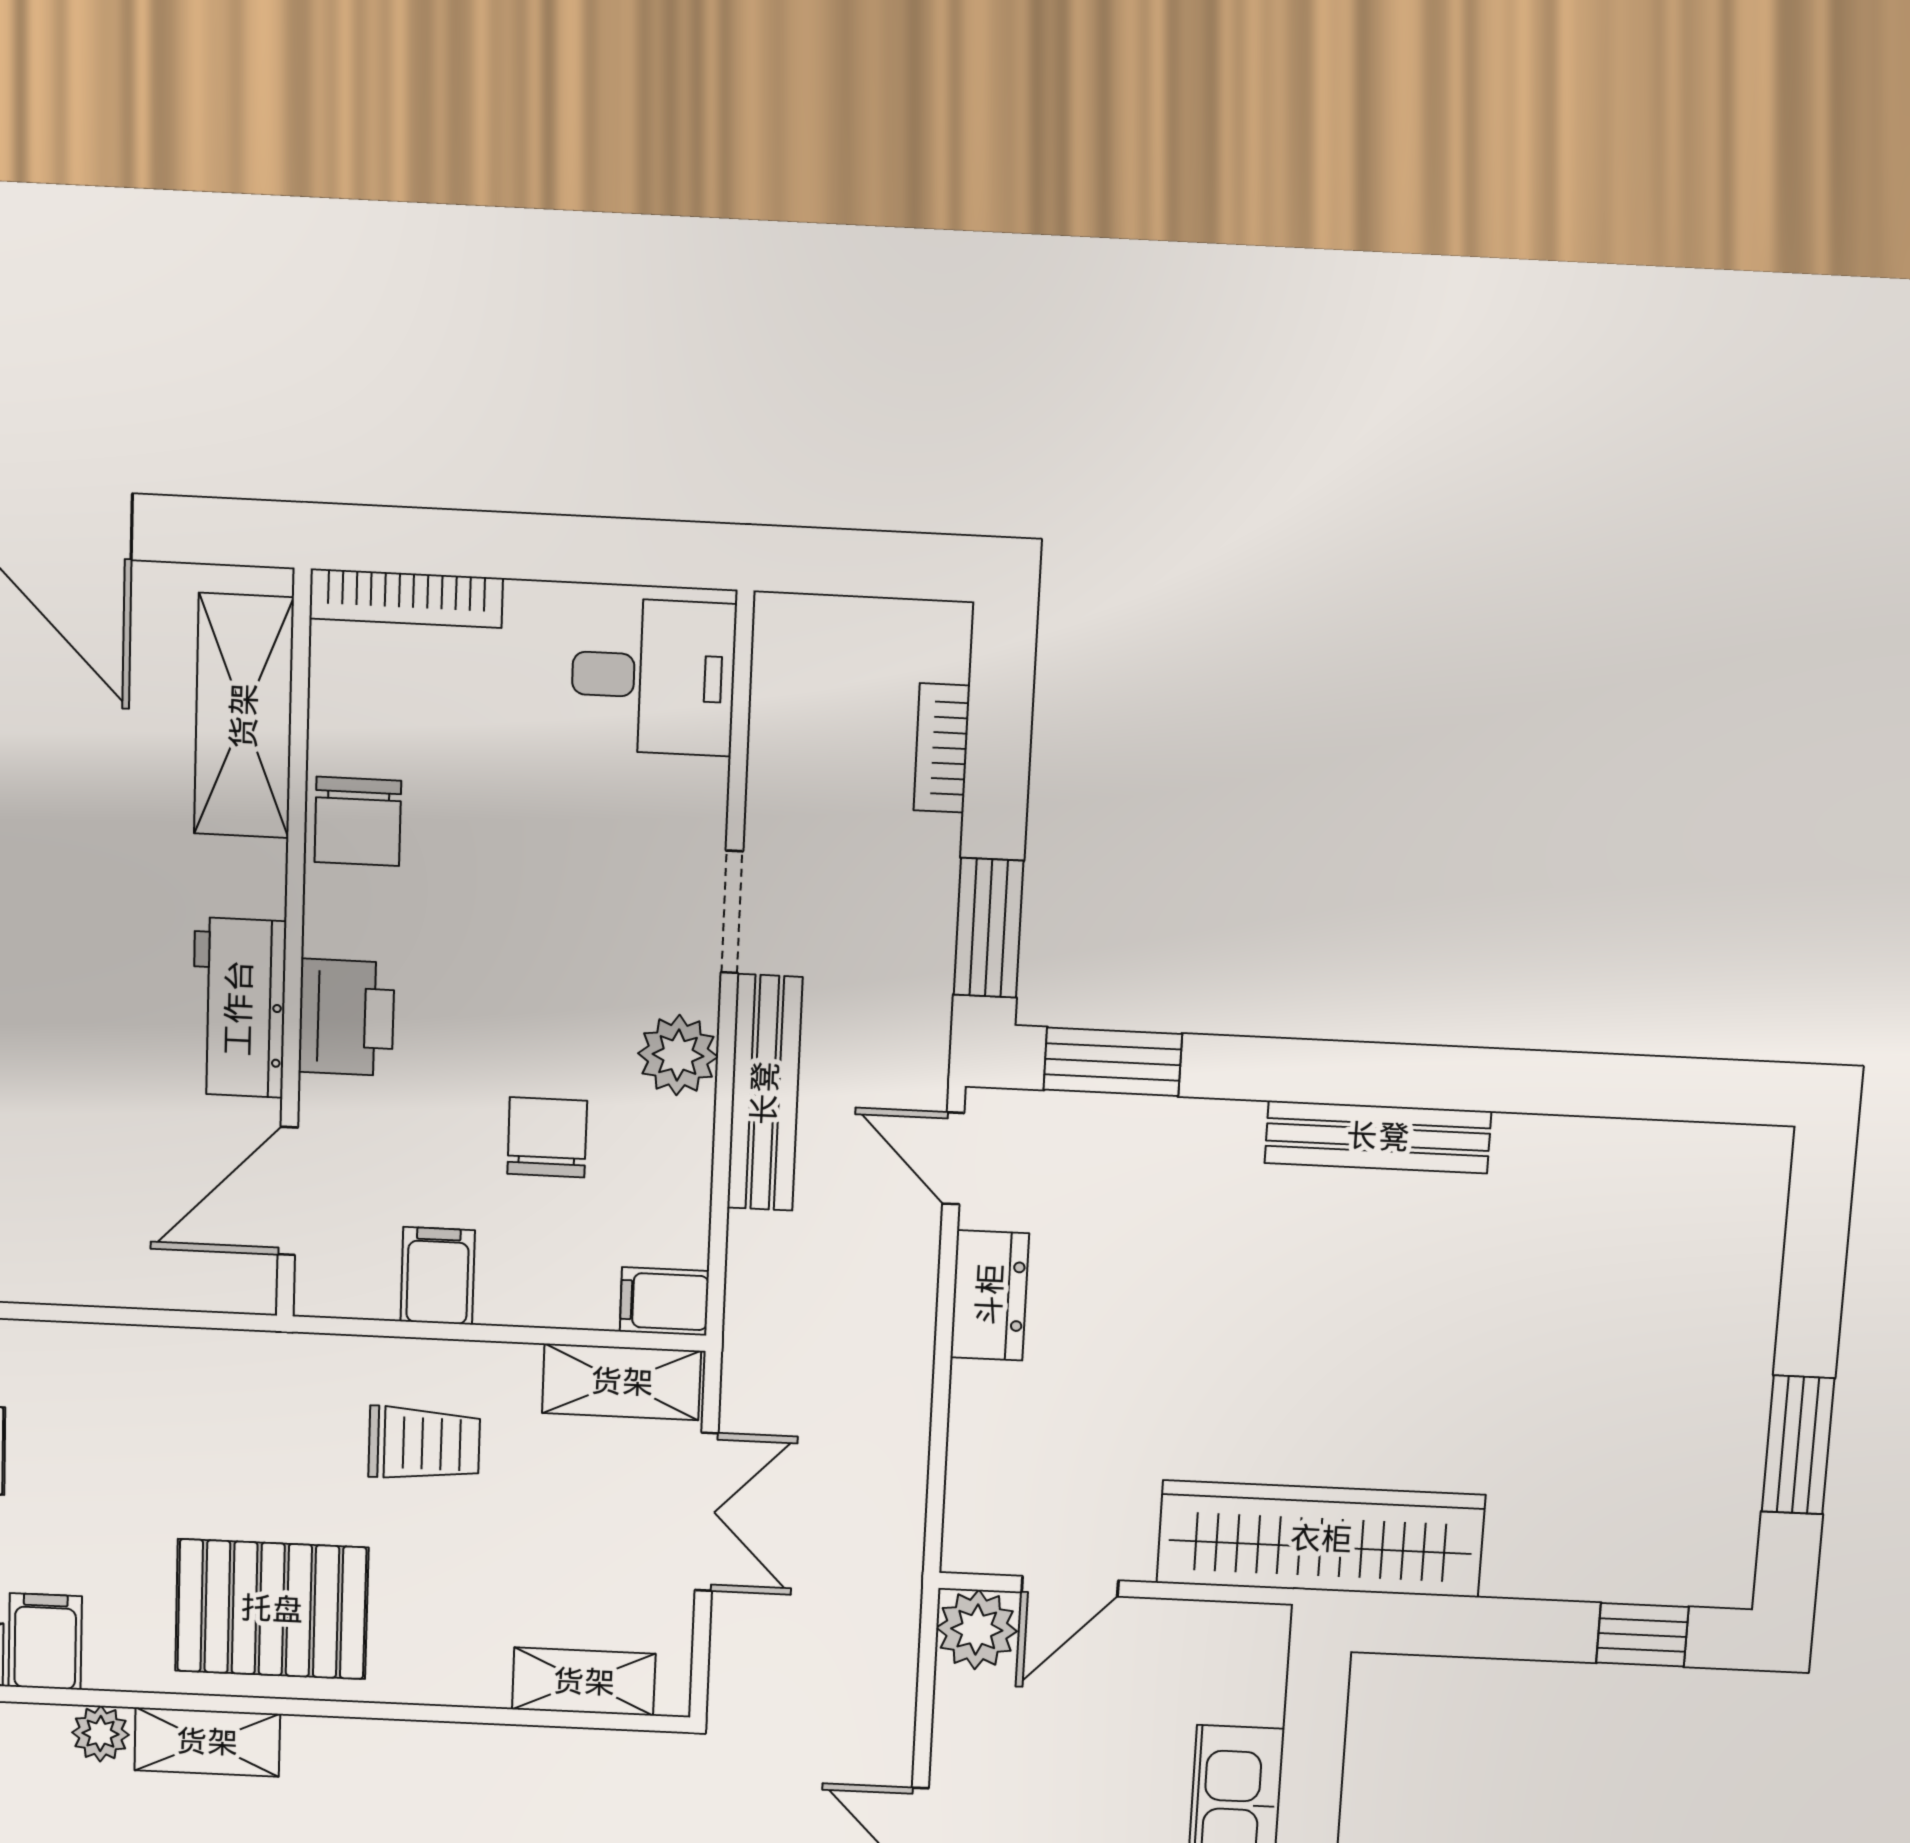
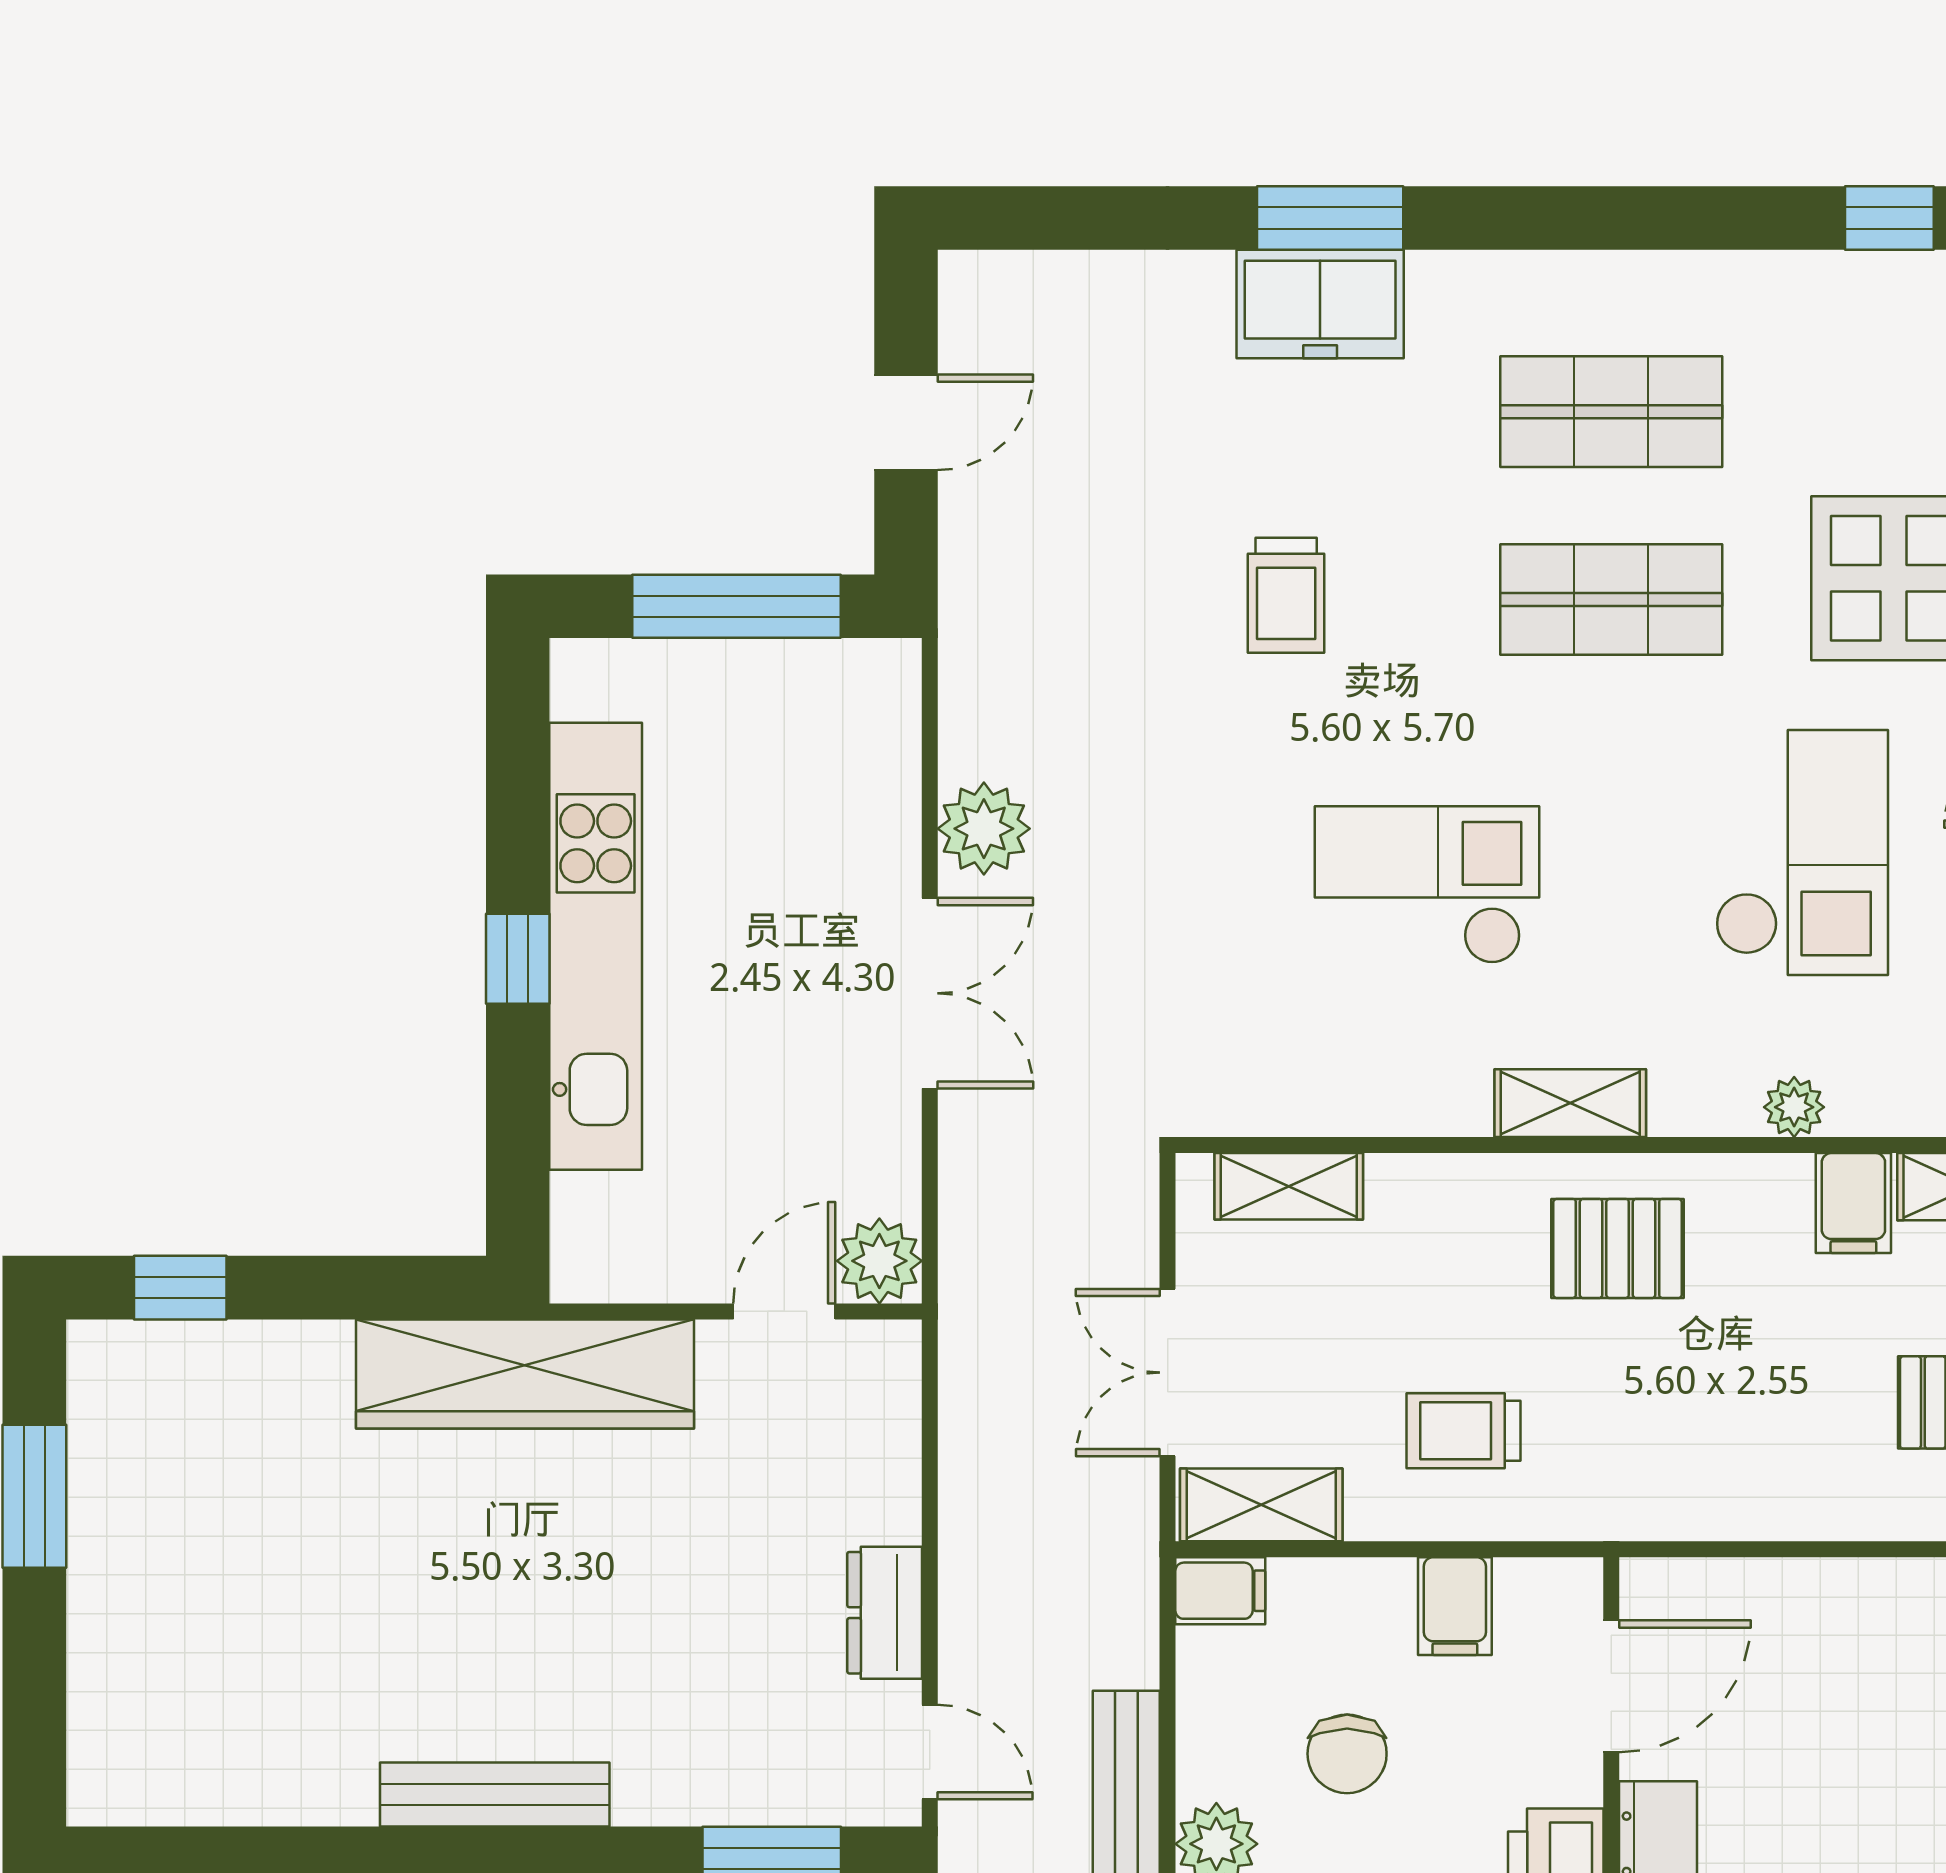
pallet: (272, 1609) -> (1618, 1248), width x0.67, depth x0.71
shelving: (207, 1742) -> (1570, 1103), moved

